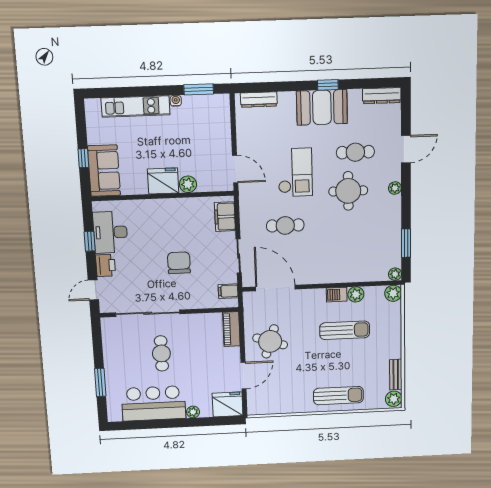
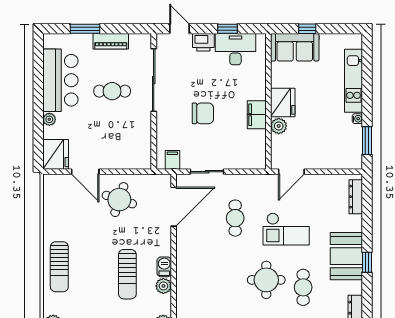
filing cabinet: (225, 217) -> (257, 115), moved, turned -90
piano: (231, 329) -> (111, 41), moved, turned 180

